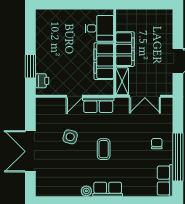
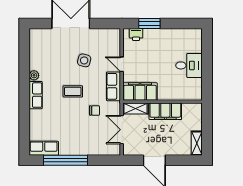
shelving: (160, 15) -> (197, 143), added
desk: (99, 28) -> (189, 65), moved, turned -90
filing cabinet: (104, 61) -> (140, 92), moved
chair: (157, 144) -> (94, 111), moved

